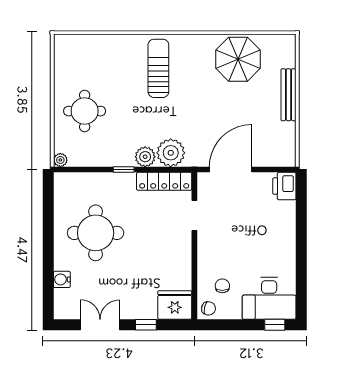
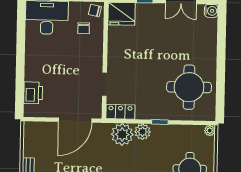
locker: (164, 181) -> (120, 112), width x0.66
printer: (284, 186) -> (33, 93), moved
round table: (96, 233) -> (189, 87), moved
water cooler: (62, 279) -> (211, 11), moved

